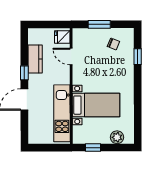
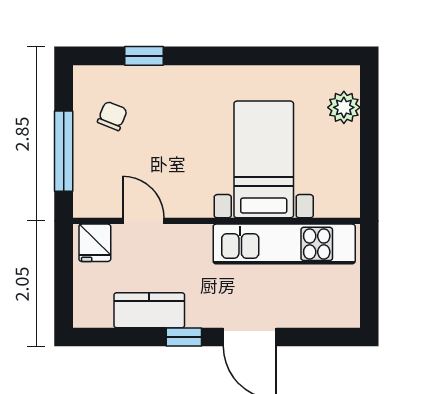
window: (99, 24) -> (64, 151), width x1.44
door: (71, 57) -> (143, 221), swing flipped
window: (93, 148) -> (369, 167), removed

